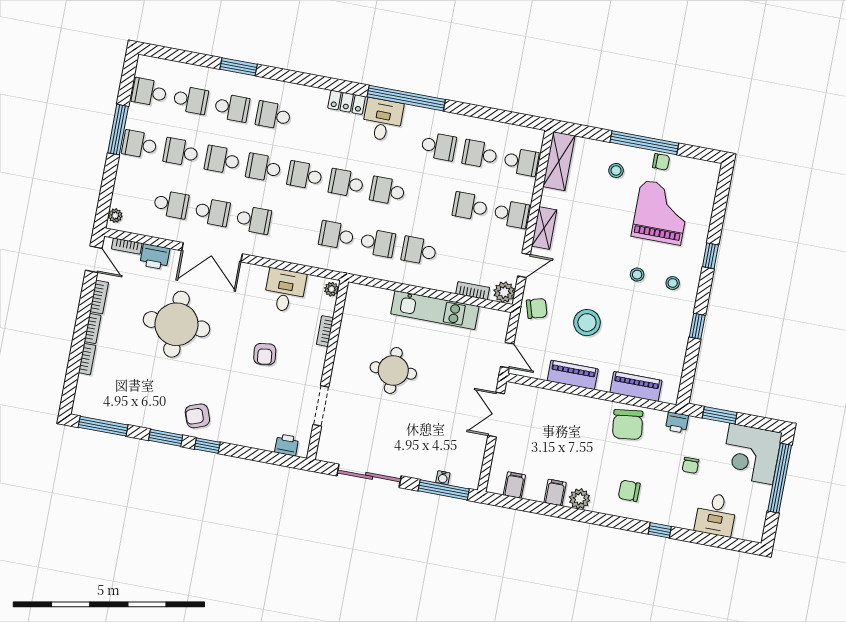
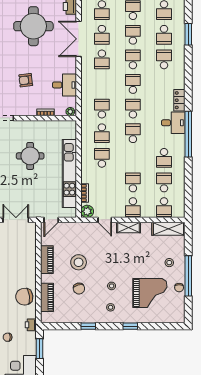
chair: (537, 308) -> (79, 289), moved
kitchen unit: (435, 310) -> (69, 173), width x1.36

